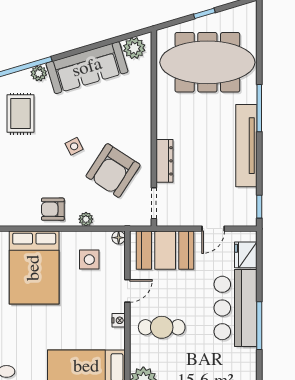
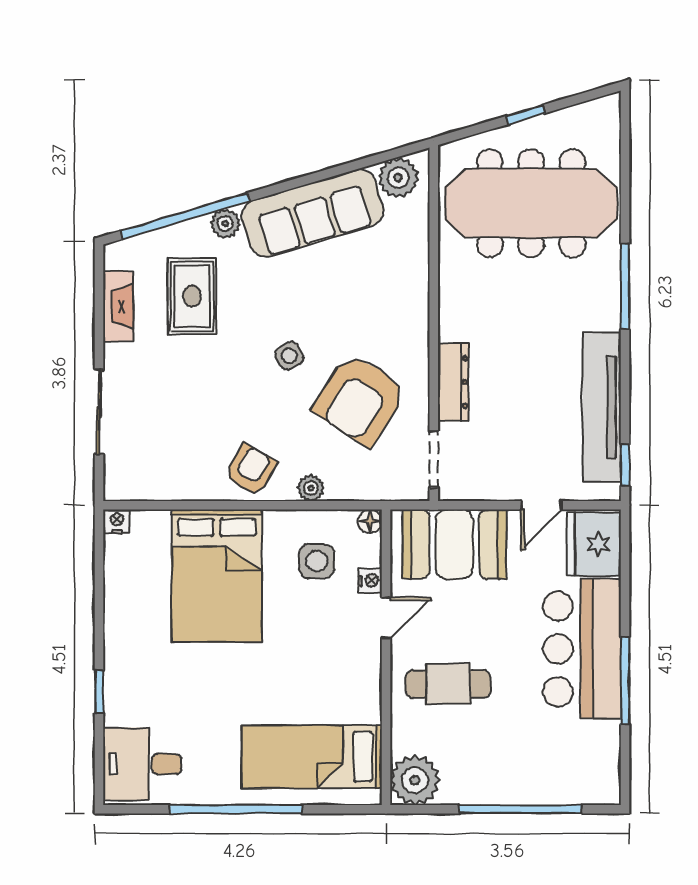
tv unit: (246, 146) -> (602, 407), moved
armchair: (53, 209) -> (251, 470), turned 120
fridge: (246, 255) -> (594, 544), width x1.36, depth x1.34
nightstand: (119, 320) -> (370, 581), moved

